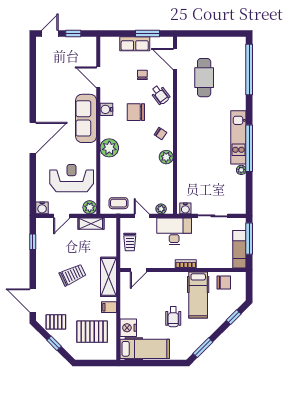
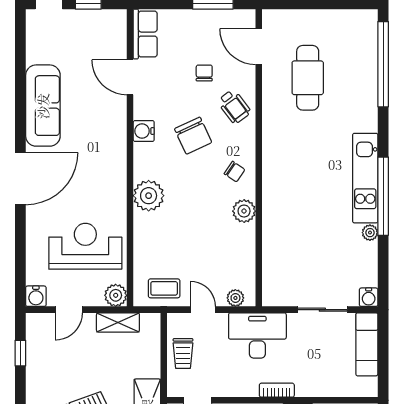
row of seats: (135, 44) -> (145, 34), moved, turned -90
chair: (136, 112) -> (193, 136), turned -115
sofa: (86, 118) -> (43, 106), moved, turned 180
water cooler: (185, 208) -> (369, 297), moved
window: (249, 239) -> (383, 348), removed
exam couch: (239, 249) -> (367, 344), moved

